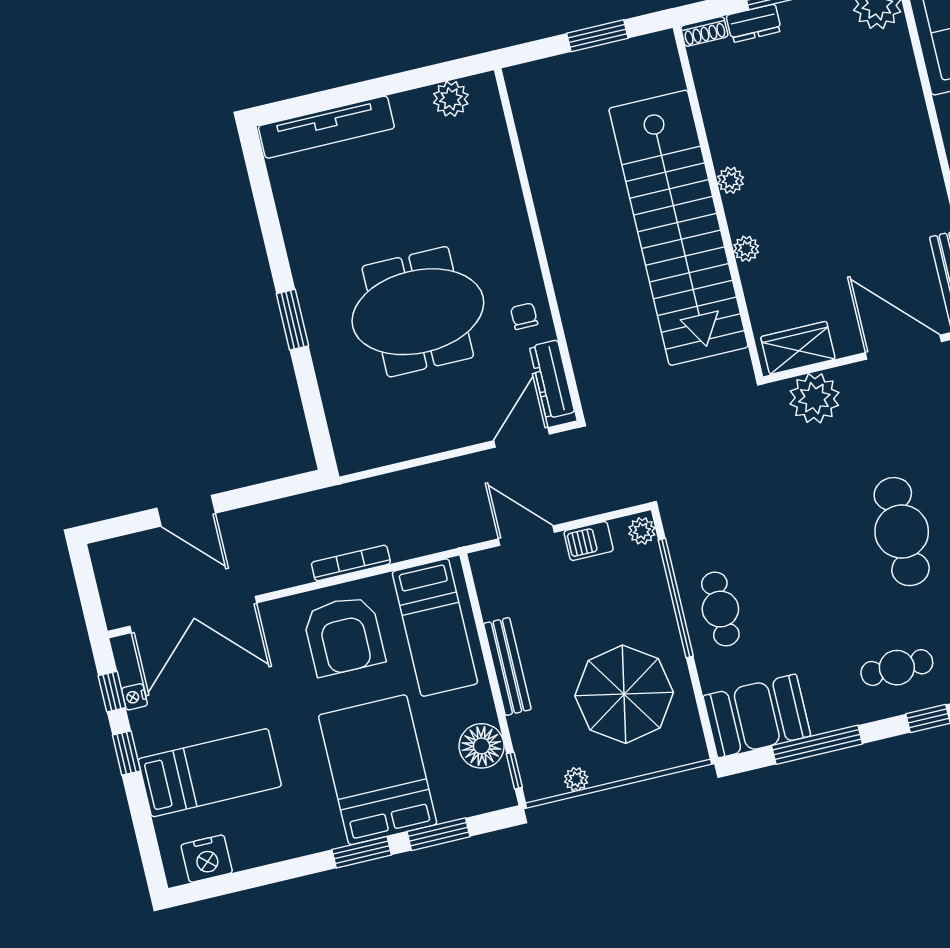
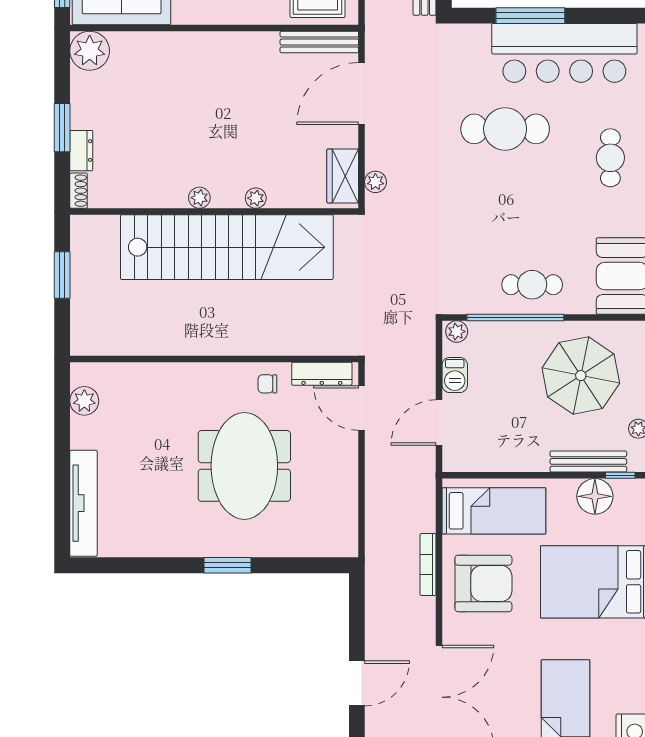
plant: (814, 398) -> (375, 182), width x0.53, depth x0.53
bench: (507, 666) -> (588, 461), moved

